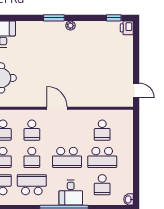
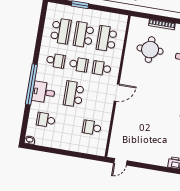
school desk: (32, 157) -> (79, 64), turned 180
school desk: (102, 157) -> (69, 124), removed
school desk: (32, 185) -> (56, 61), width x0.54

